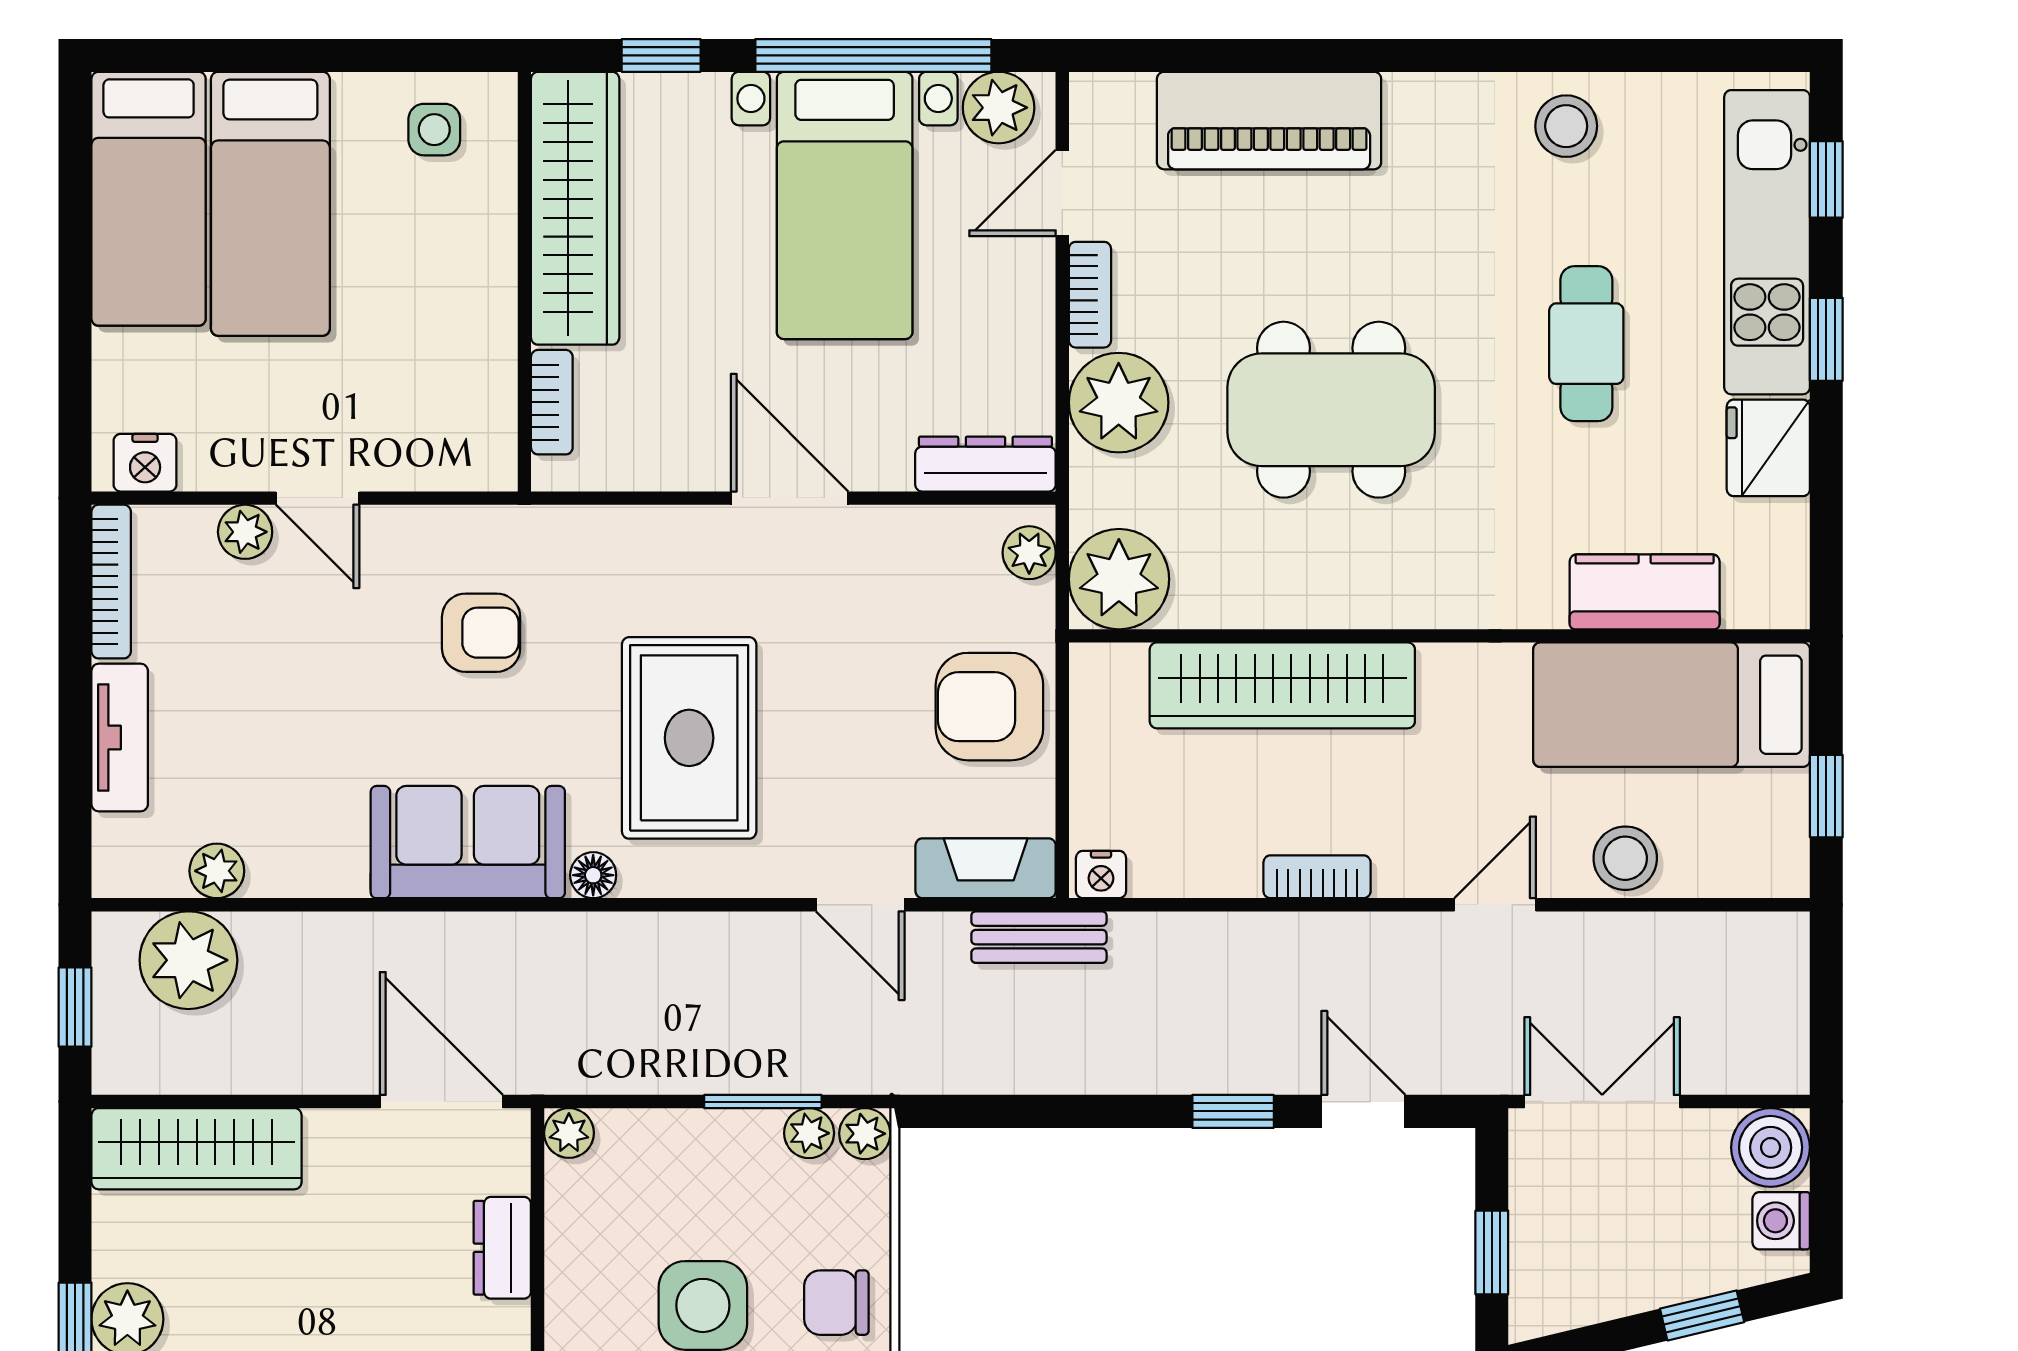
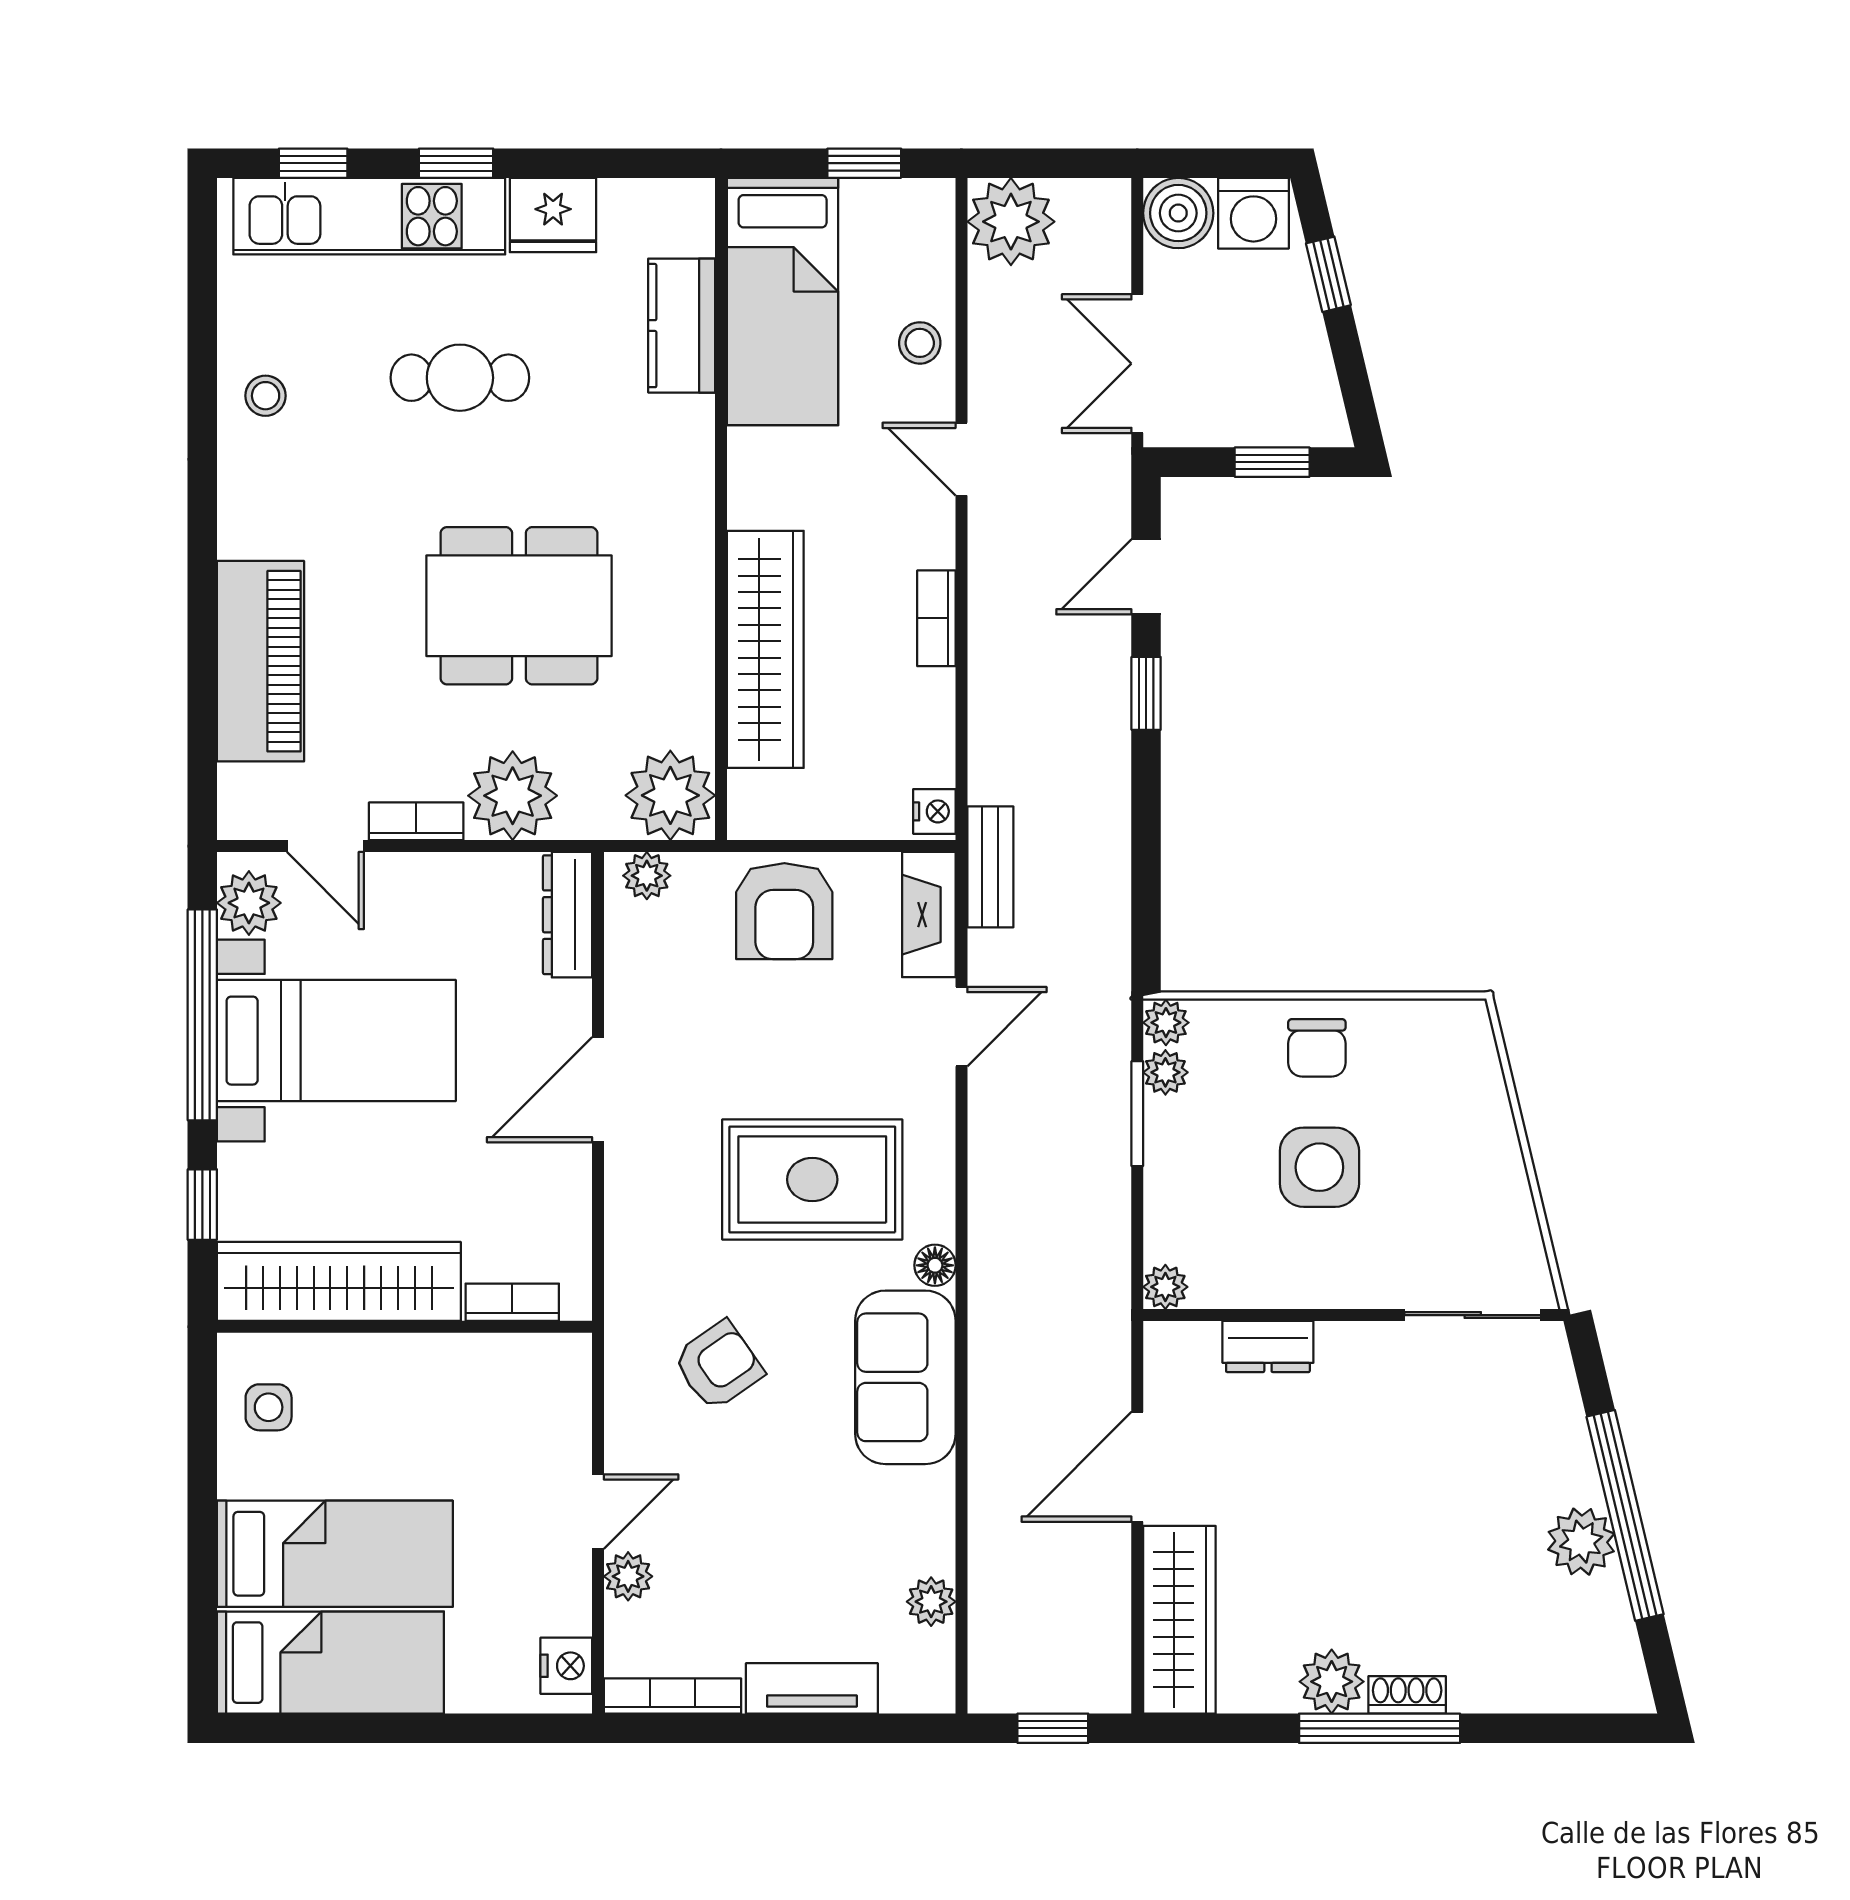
stool: (1566, 126) -> (266, 396), width x0.73, depth x0.73
dining table: (1331, 410) -> (519, 606), turned 90
armchair: (481, 633) -> (718, 1365), turned 55
stool: (1625, 858) -> (920, 343), width x0.73, depth x0.73
plant: (188, 960) -> (1011, 222), moved
door: (441, 1102) -> (1137, 1467), moved
washing machine: (1781, 1221) -> (1253, 213), width x1.38, depth x1.38

